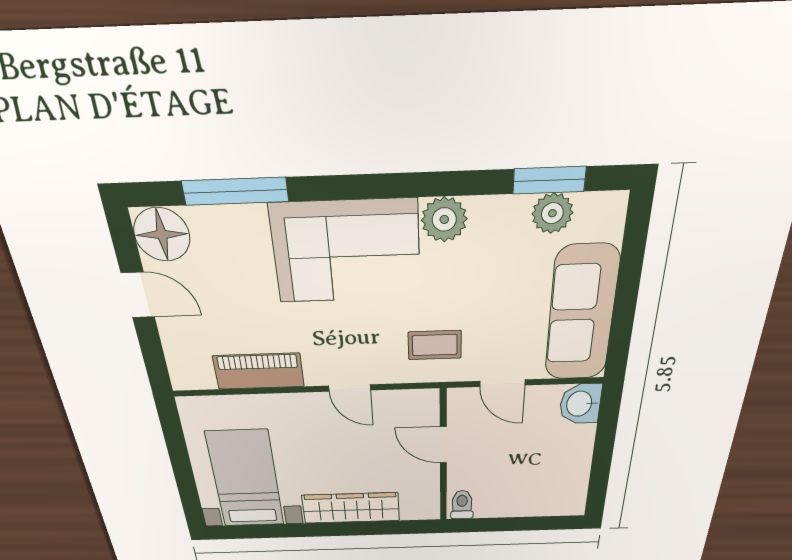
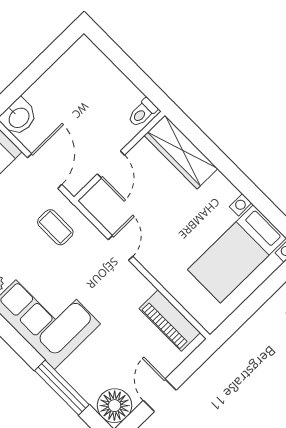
piano: (259, 371) -> (170, 321), moved
door: (502, 383) -> (45, 171), width x1.37
wardrobe: (351, 508) -> (181, 152), moved

